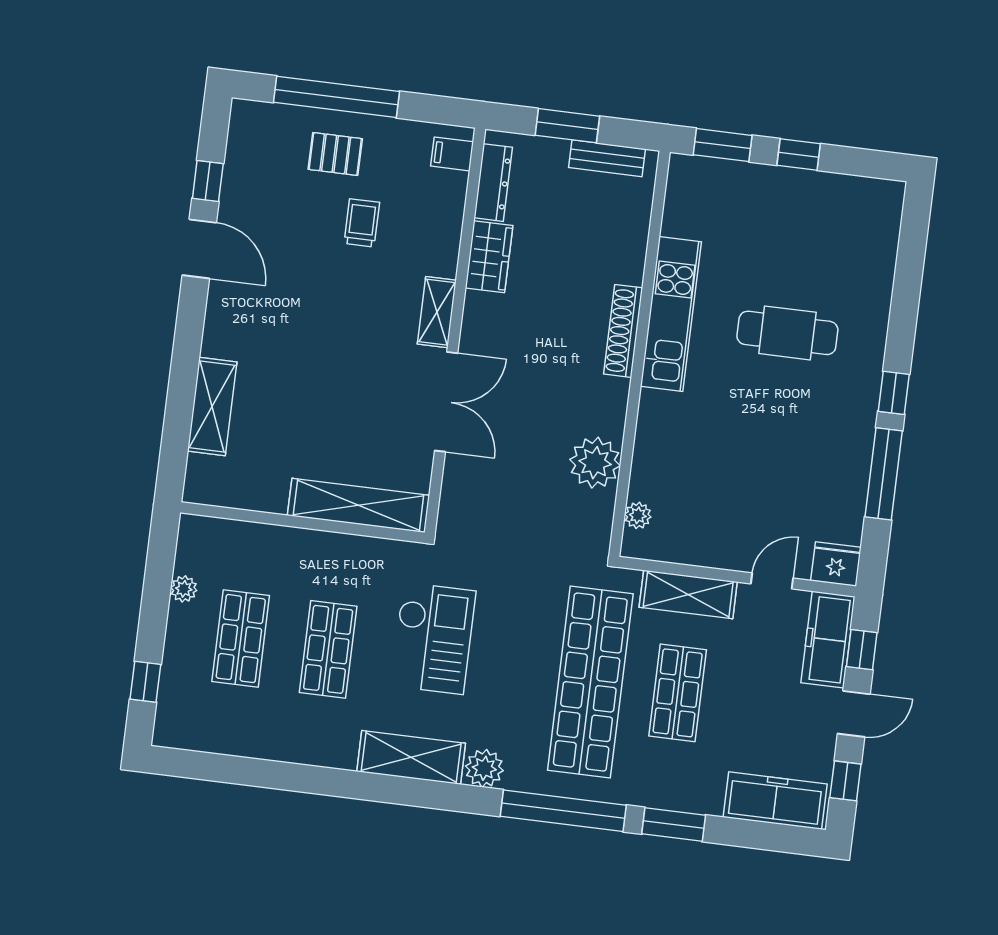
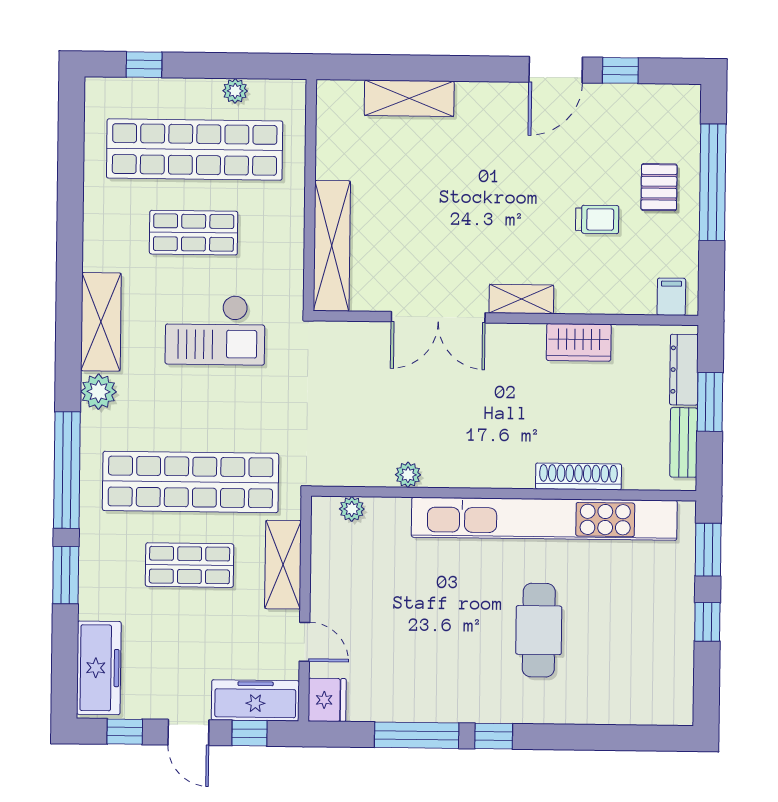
dresser: (493, 183) -> (684, 370), moved, turned 90
kitchen unit: (671, 314) -> (544, 519), width x1.86
shoe rack: (623, 331) -> (578, 476), moved
plant: (595, 463) -> (408, 475), width x0.53, depth x0.53
shop shelf: (241, 639) -> (195, 149), width x2.00, depth x1.36

